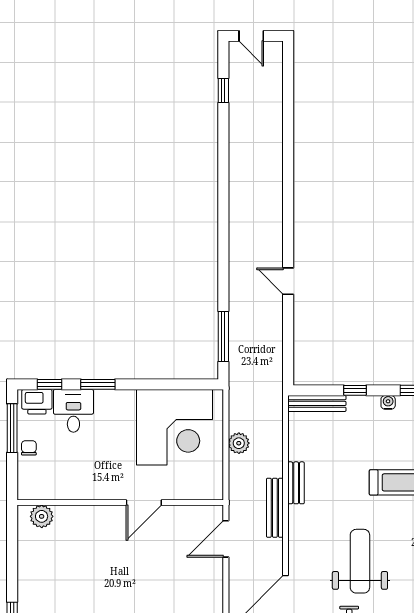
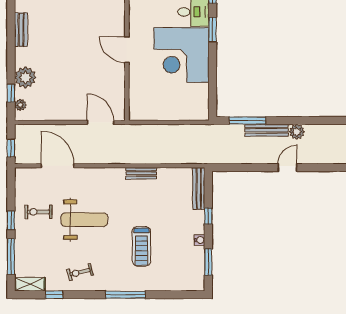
corner desk: (175, 427) -> (181, 55), moved
plant: (239, 443) -> (297, 132), moved
door: (144, 502) -> (127, 50), moved
bench: (275, 508) -> (267, 130), moved

